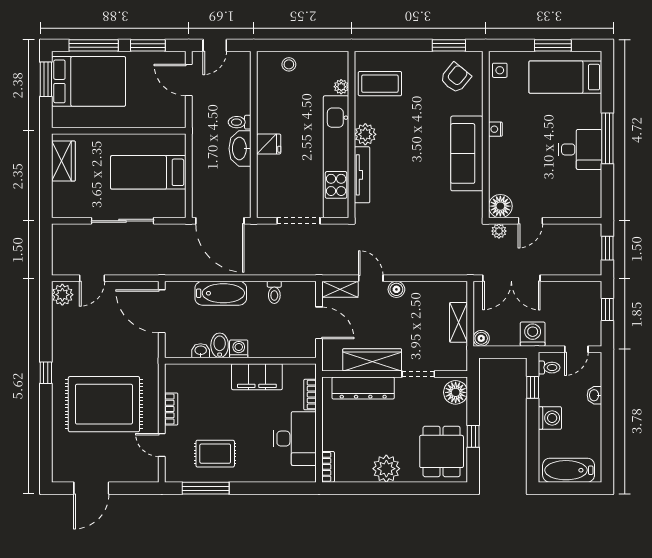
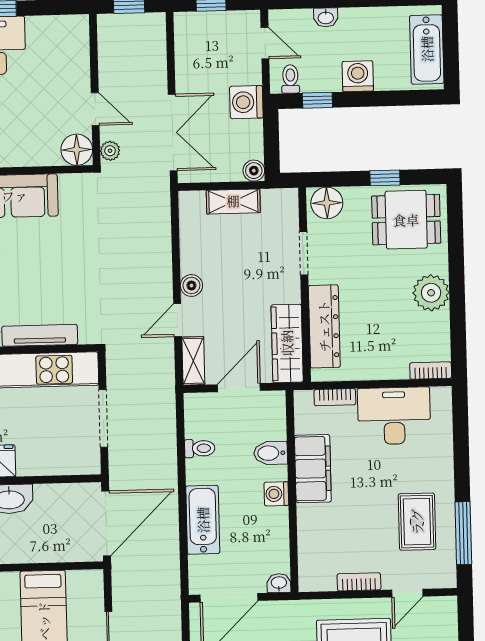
bidet: (220, 345) -> (271, 453), moved
washbasin: (201, 351) -> (279, 583), moved, turned 90
wardrobe: (372, 360) -> (287, 343), moved

